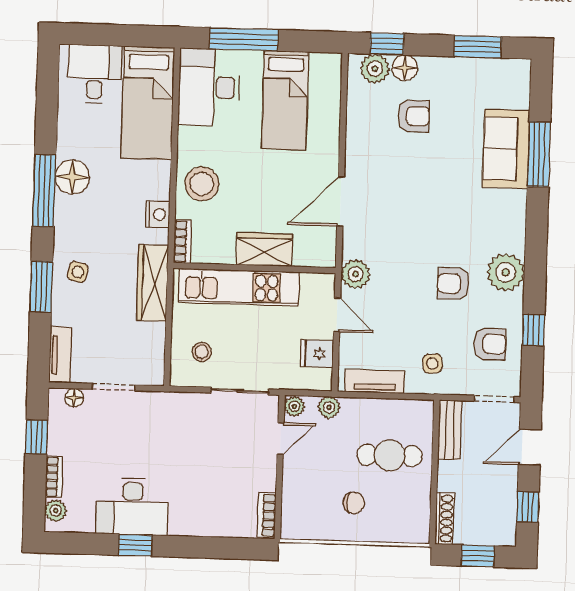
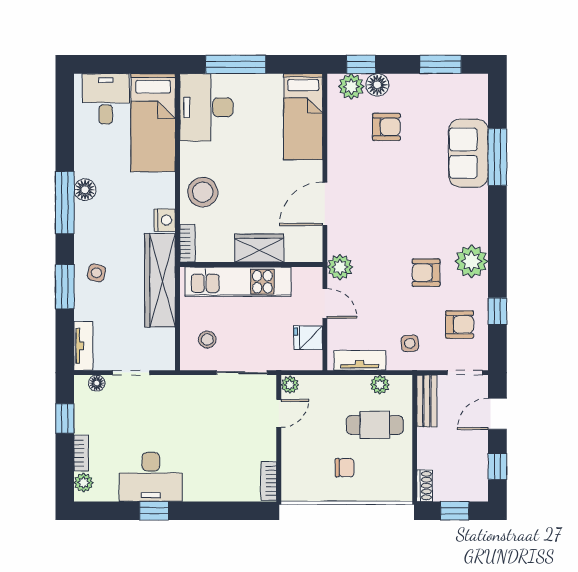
bed: (285, 100) -> (303, 117), moved
floor lamp: (72, 177) -> (85, 190), width x0.73, depth x0.73
wardrobe: (153, 283) -> (160, 280), width x1.40, depth x1.17
plant: (329, 407) -> (380, 385), moved
shoe rack: (444, 519) -> (425, 486), width x0.70

